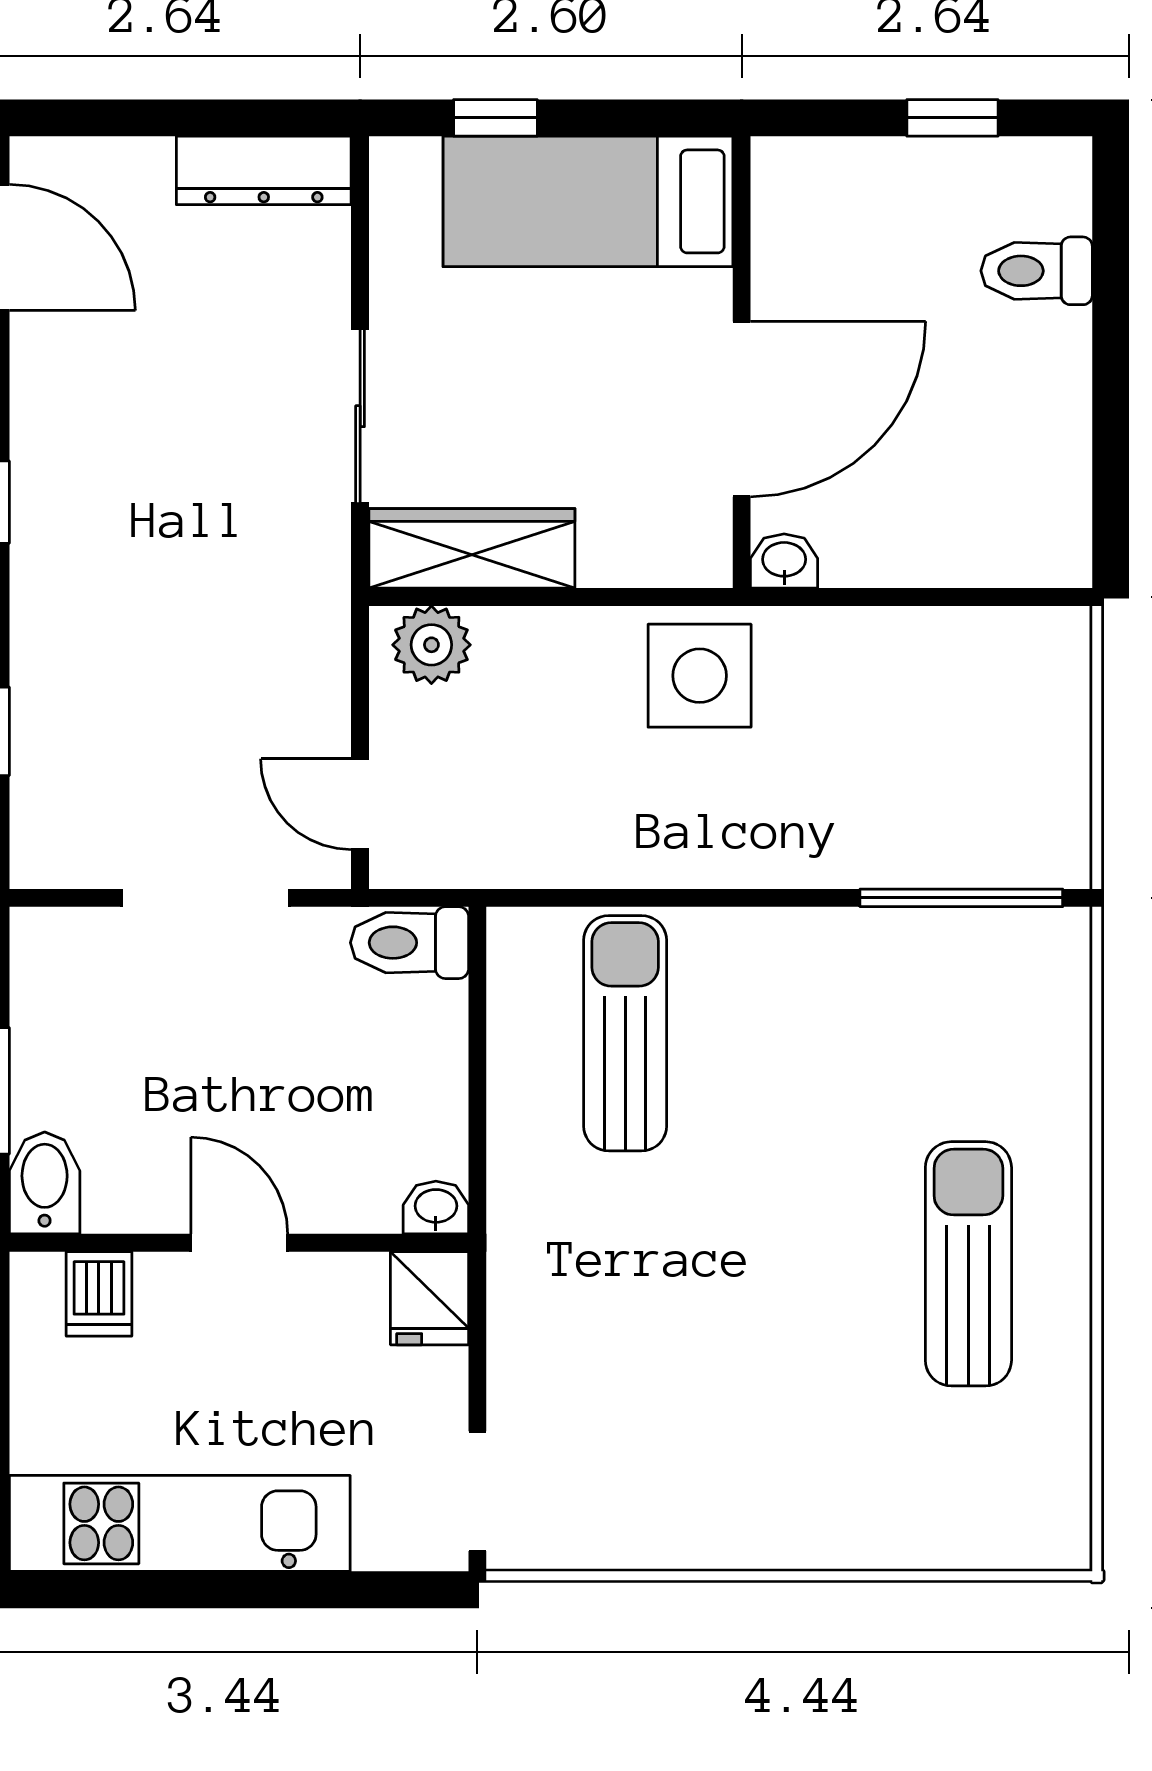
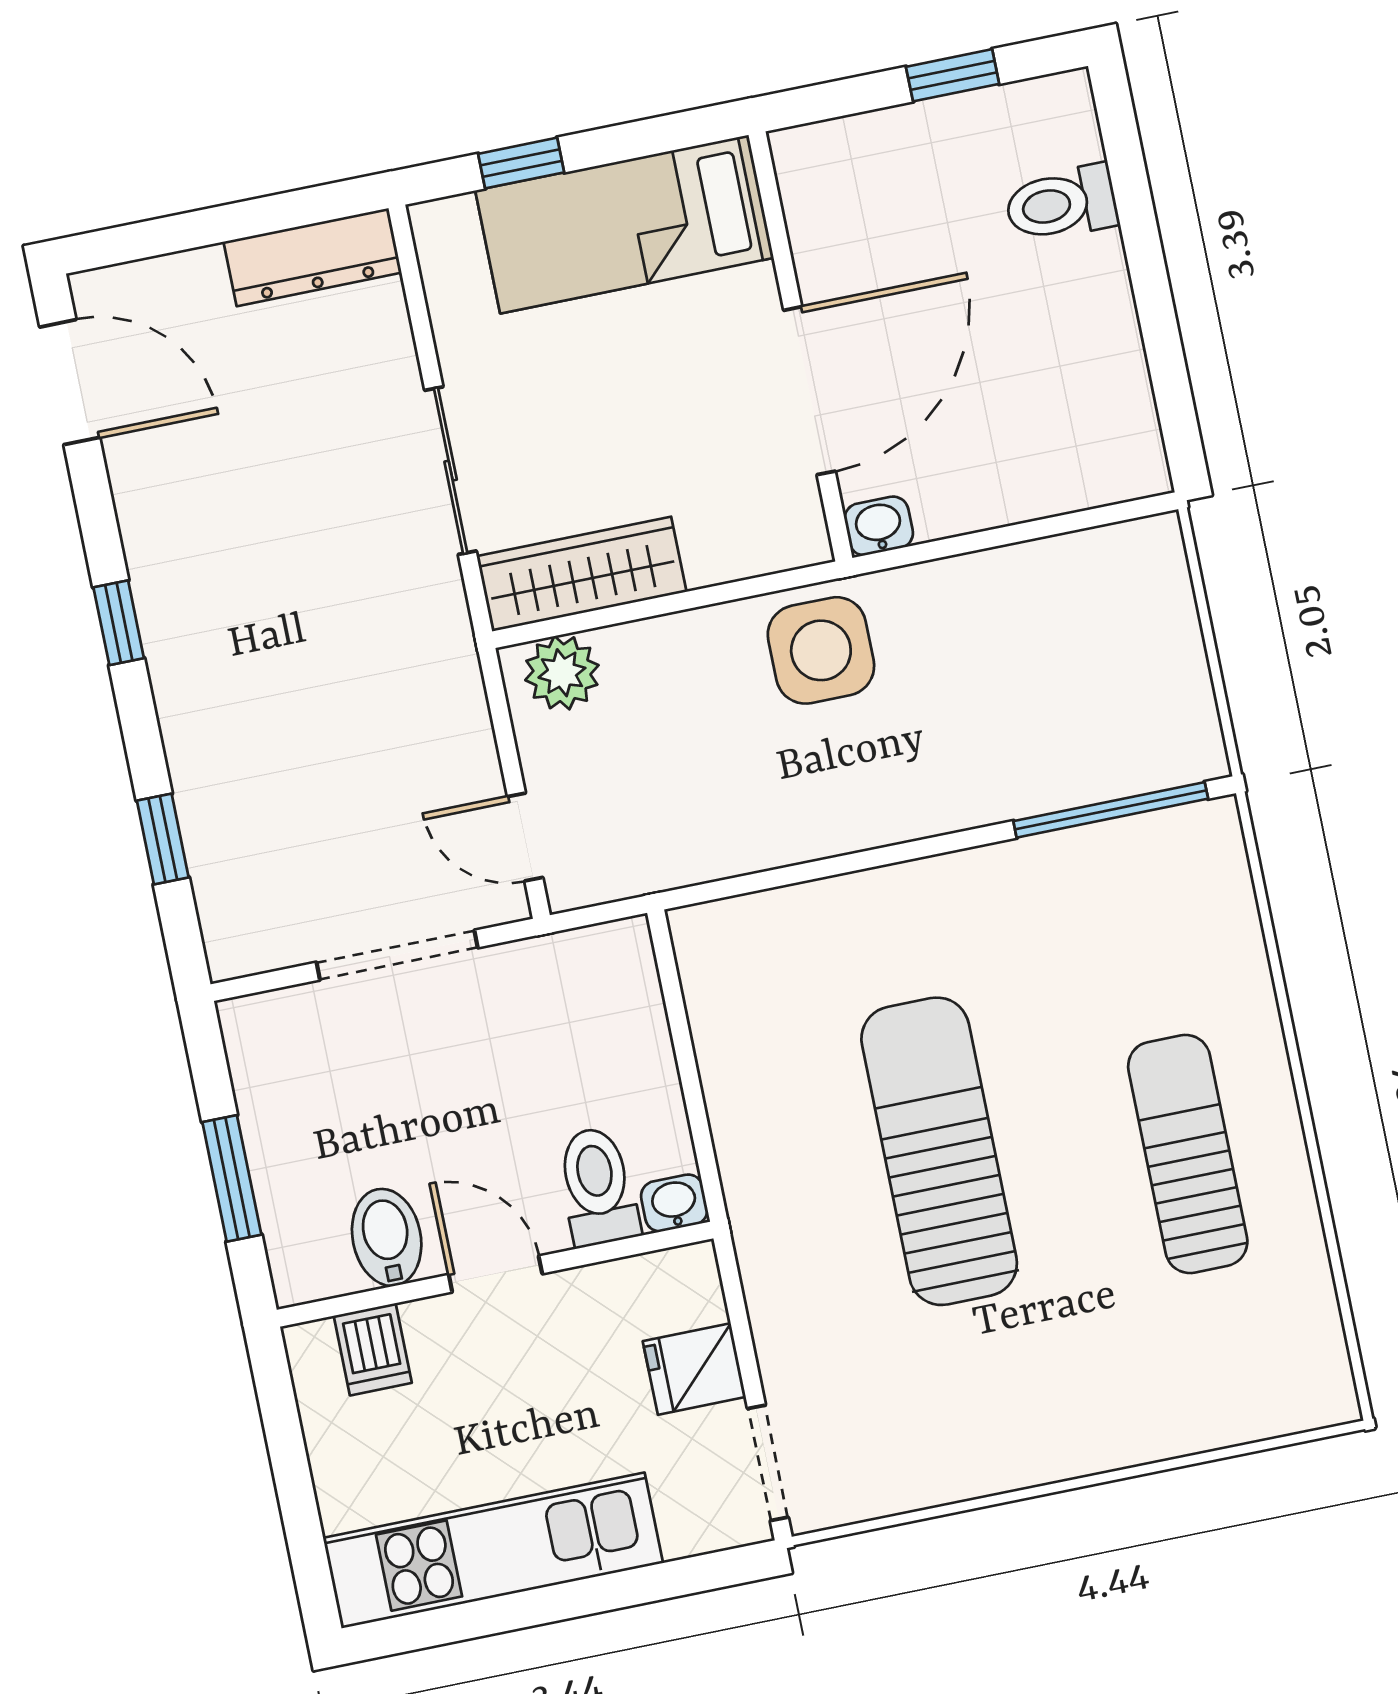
toilet: (409, 943) -> (598, 1186), moved, turned 90
sun lounger: (625, 1033) -> (939, 1151), moved, width x1.36, depth x1.34
bidet: (45, 1183) -> (387, 1237), moved
fridge: (430, 1298) -> (694, 1369), moved, turned 90

